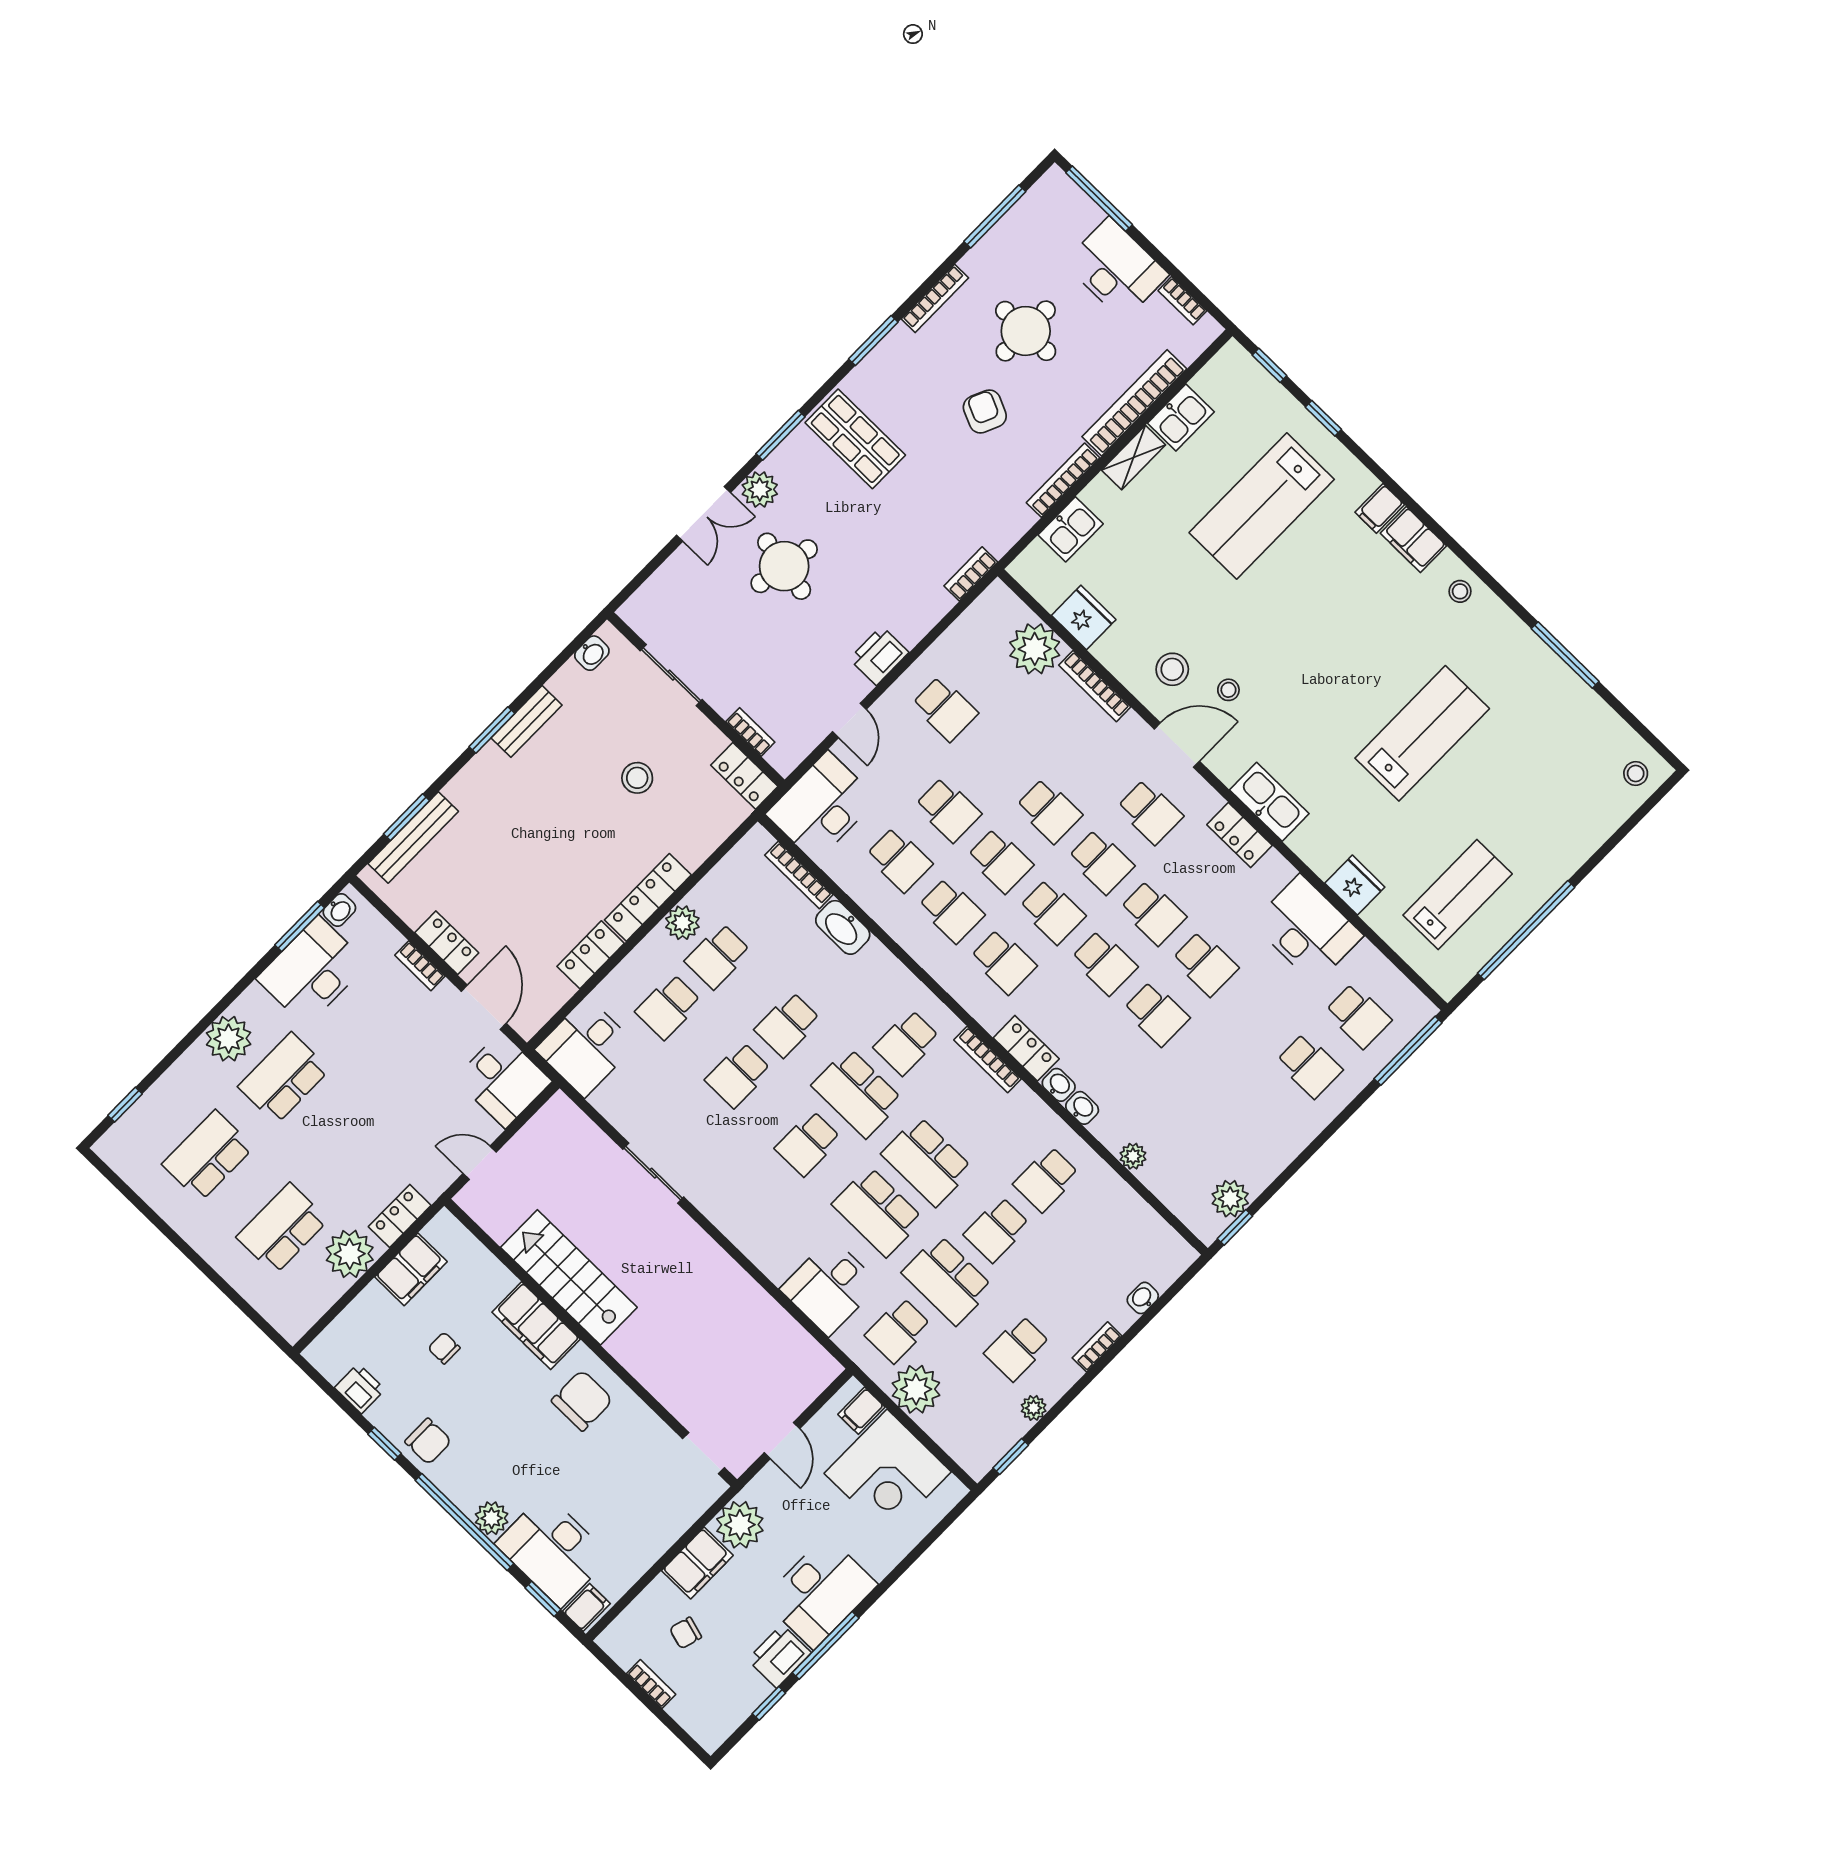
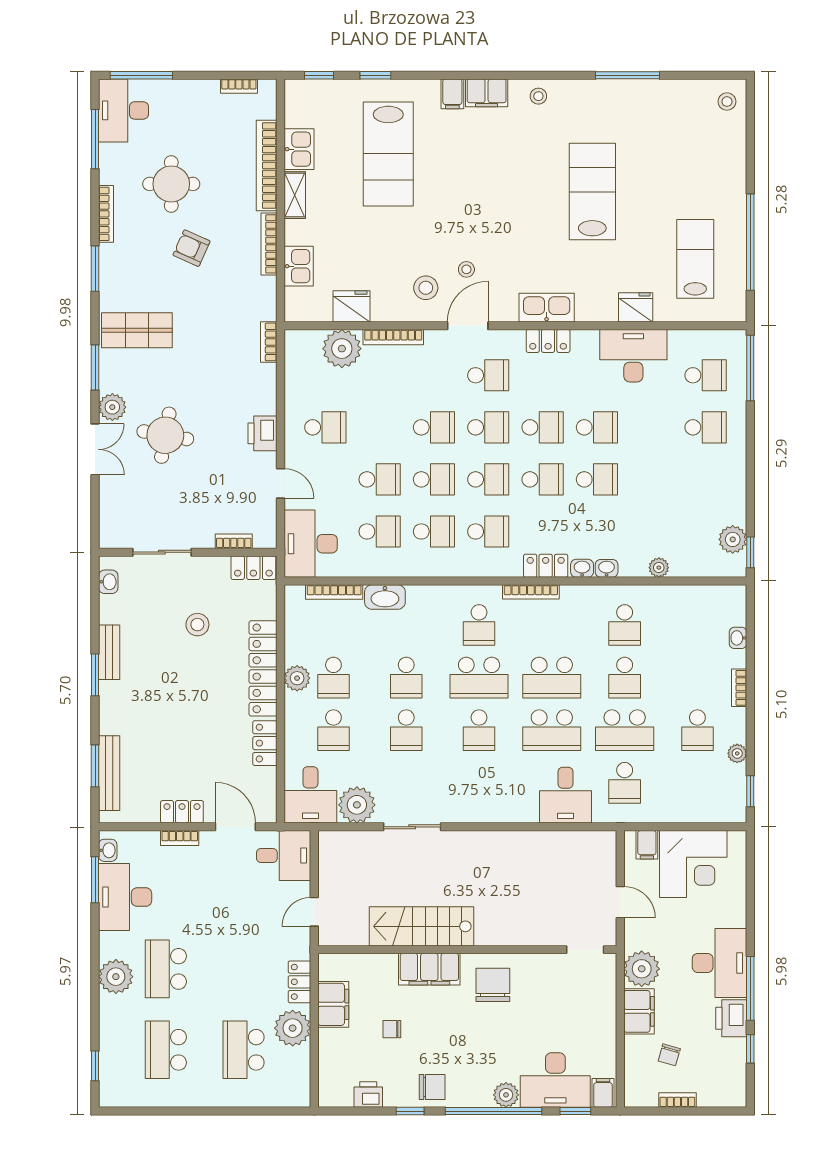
desk: (1116, 269) -> (124, 110), moved, turned -90
locker: (648, 897) -> (263, 668), width x1.41, depth x1.21
plant: (916, 1389) -> (357, 805), moved

